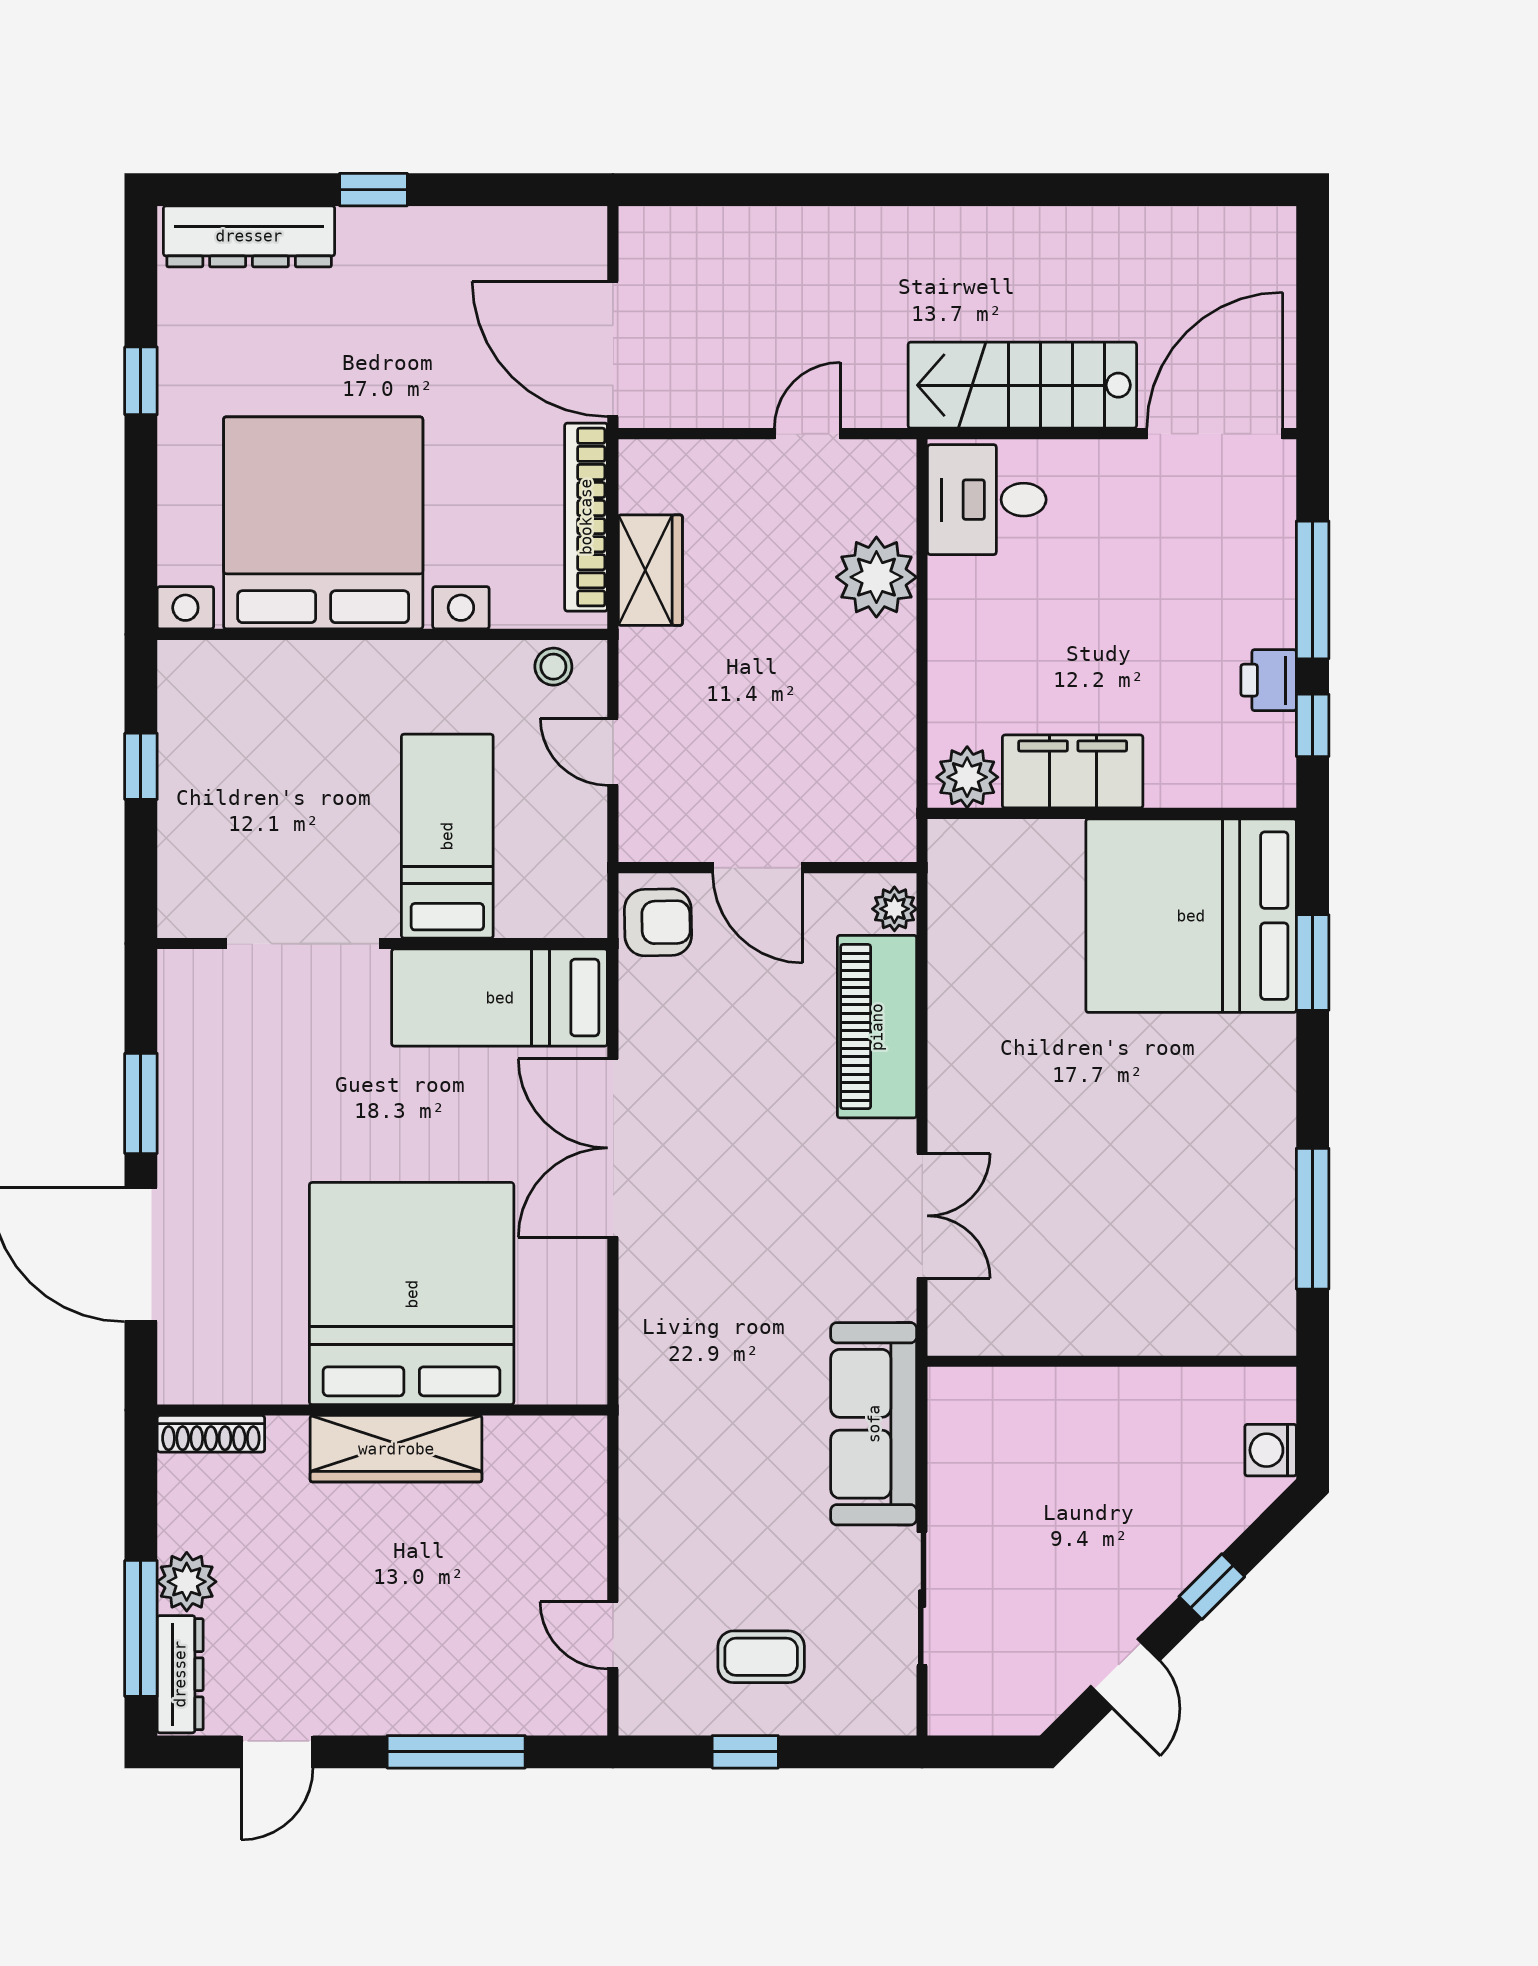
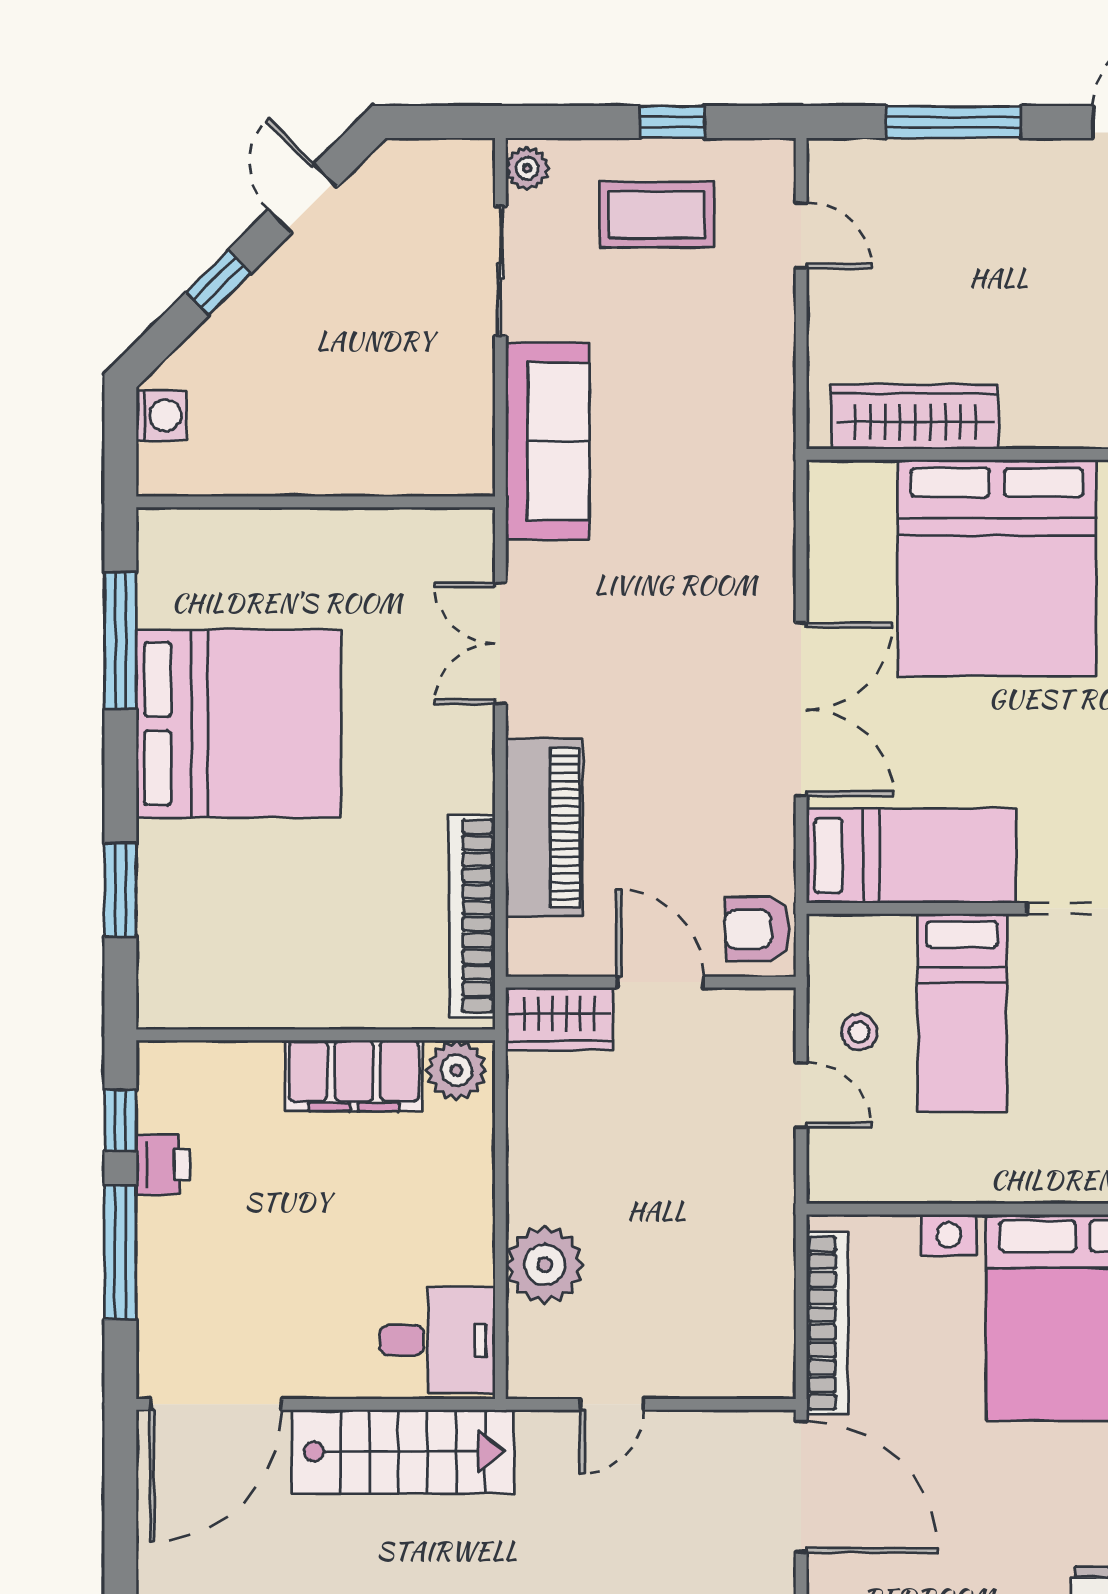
wardrobe: (650, 570) -> (559, 1019), moved, turned -90
stool: (553, 667) -> (859, 1032), moved
plant: (894, 909) -> (527, 168), moved
bed: (1191, 916) -> (239, 724), moved
bookcase: (951, 936) -> (472, 916), added
wardrobe: (396, 1449) -> (915, 417), moved
coffee table: (761, 1657) -> (657, 214), width x1.36, depth x1.30

